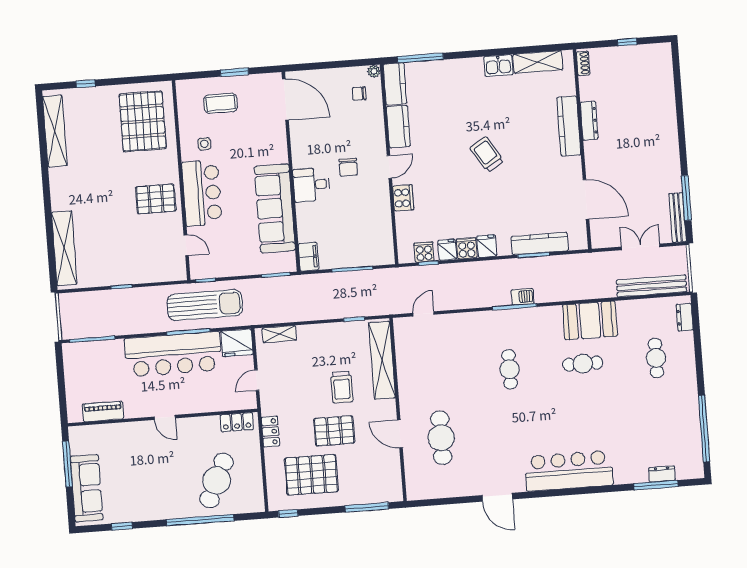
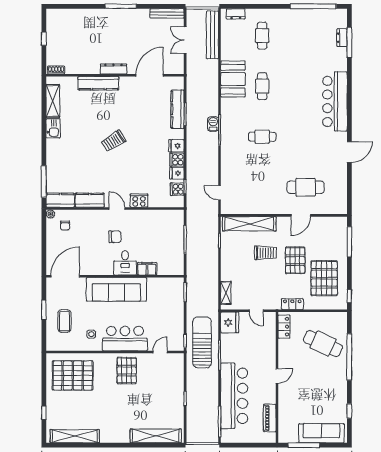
dresser: (589, 121) -> (114, 69), moved
window: (686, 198) -> (121, 6), moved
sofa: (275, 208) -> (116, 289), moved
filing cabinet: (309, 257) -> (147, 269), moved
bar counter: (173, 354) -> (234, 396), moved
cafe table: (656, 358) -> (262, 36), turned 90

